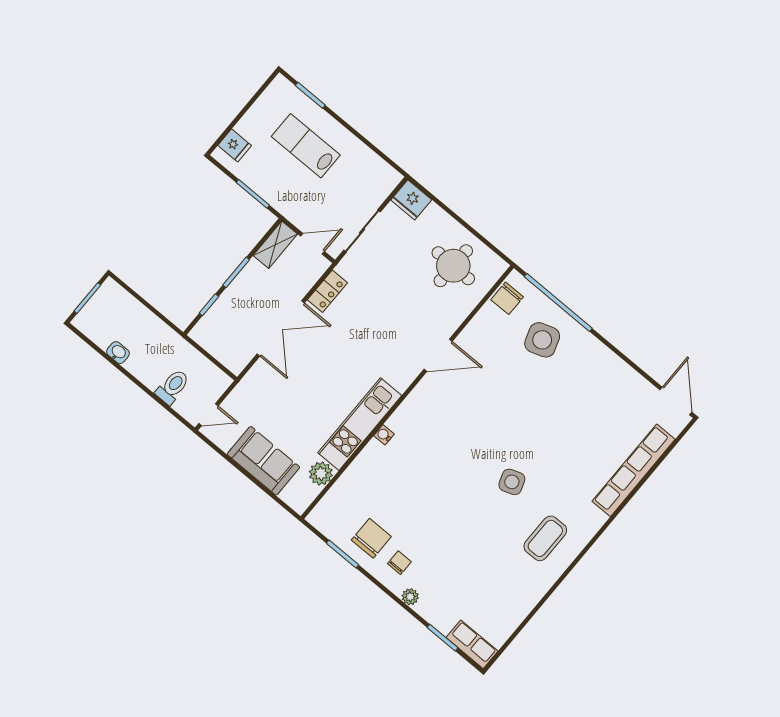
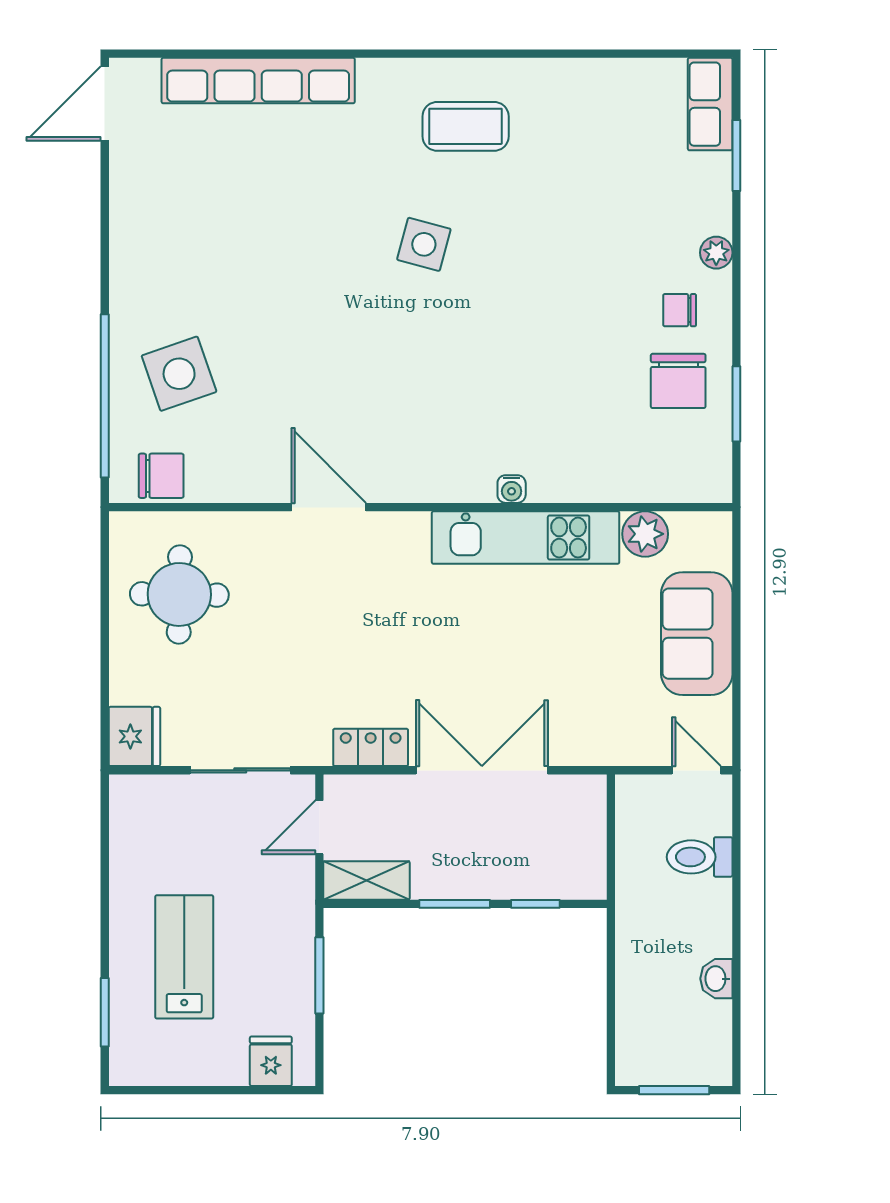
lab bench: (306, 146) -> (184, 957), turned 180
door: (312, 244) -> (319, 827), hinge flipped
side table: (512, 482) -> (424, 244), turned 35
chair: (371, 538) -> (678, 381), turned -90

